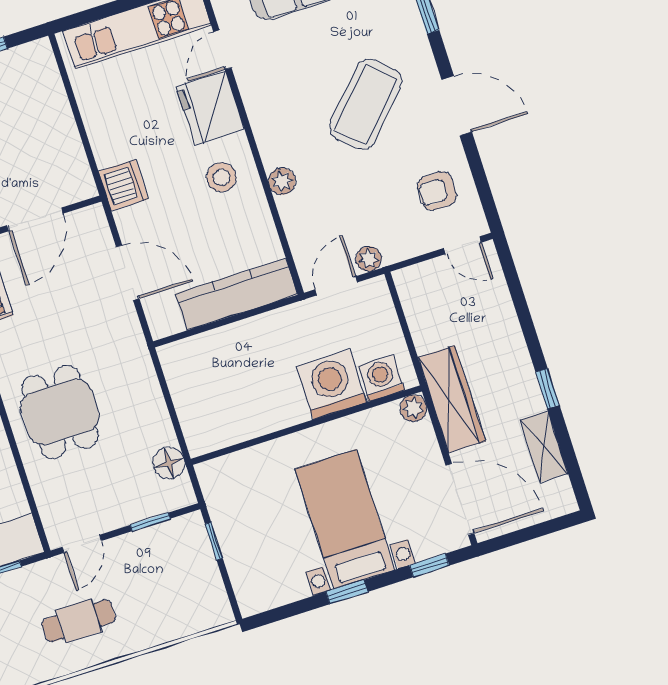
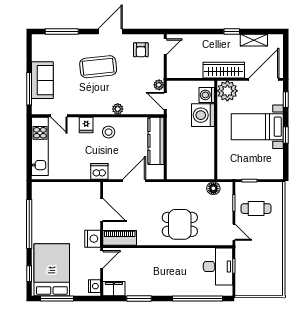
coffee table: (366, 104) -> (98, 67), turned -49
fridge: (210, 108) -> (86, 125), width x0.53, depth x0.75
plant: (413, 408) -> (227, 91), width x1.88, depth x1.88
cafe table: (79, 621) -> (256, 209), moved, turned 90

